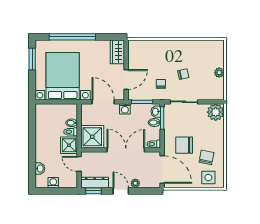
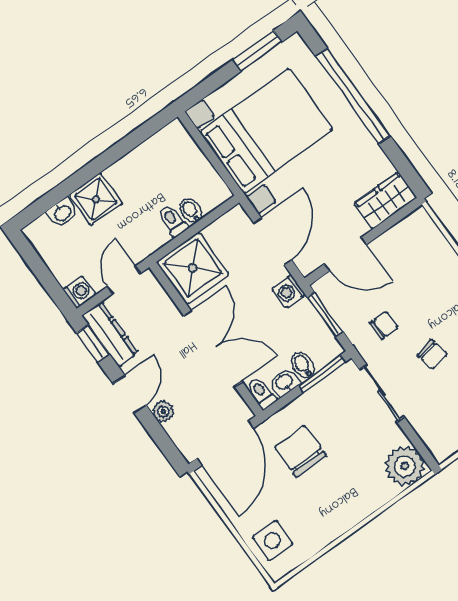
washbasin: (156, 112) -> (284, 382), moved
shower: (69, 145) -> (96, 199), moved
chair: (206, 157) -> (308, 510), removed
washing machine: (53, 183) -> (79, 292), moved

